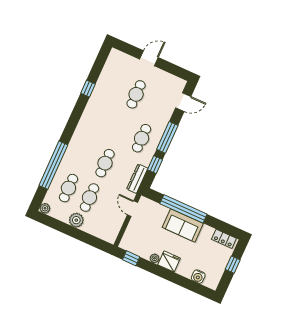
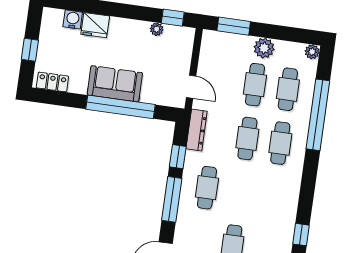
cafe table: (84, 154) -> (280, 143), added
window: (92, 241) -> (234, 26), added
plant: (155, 258) -> (157, 29), moved
fridge: (169, 261) -> (95, 25), moved

